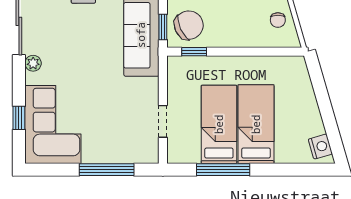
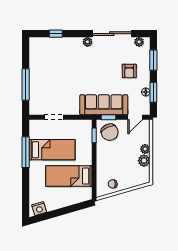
bed: (256, 124) -> (69, 176), moved, turned 180
corner sofa: (53, 125) -> (52, 53), removed

